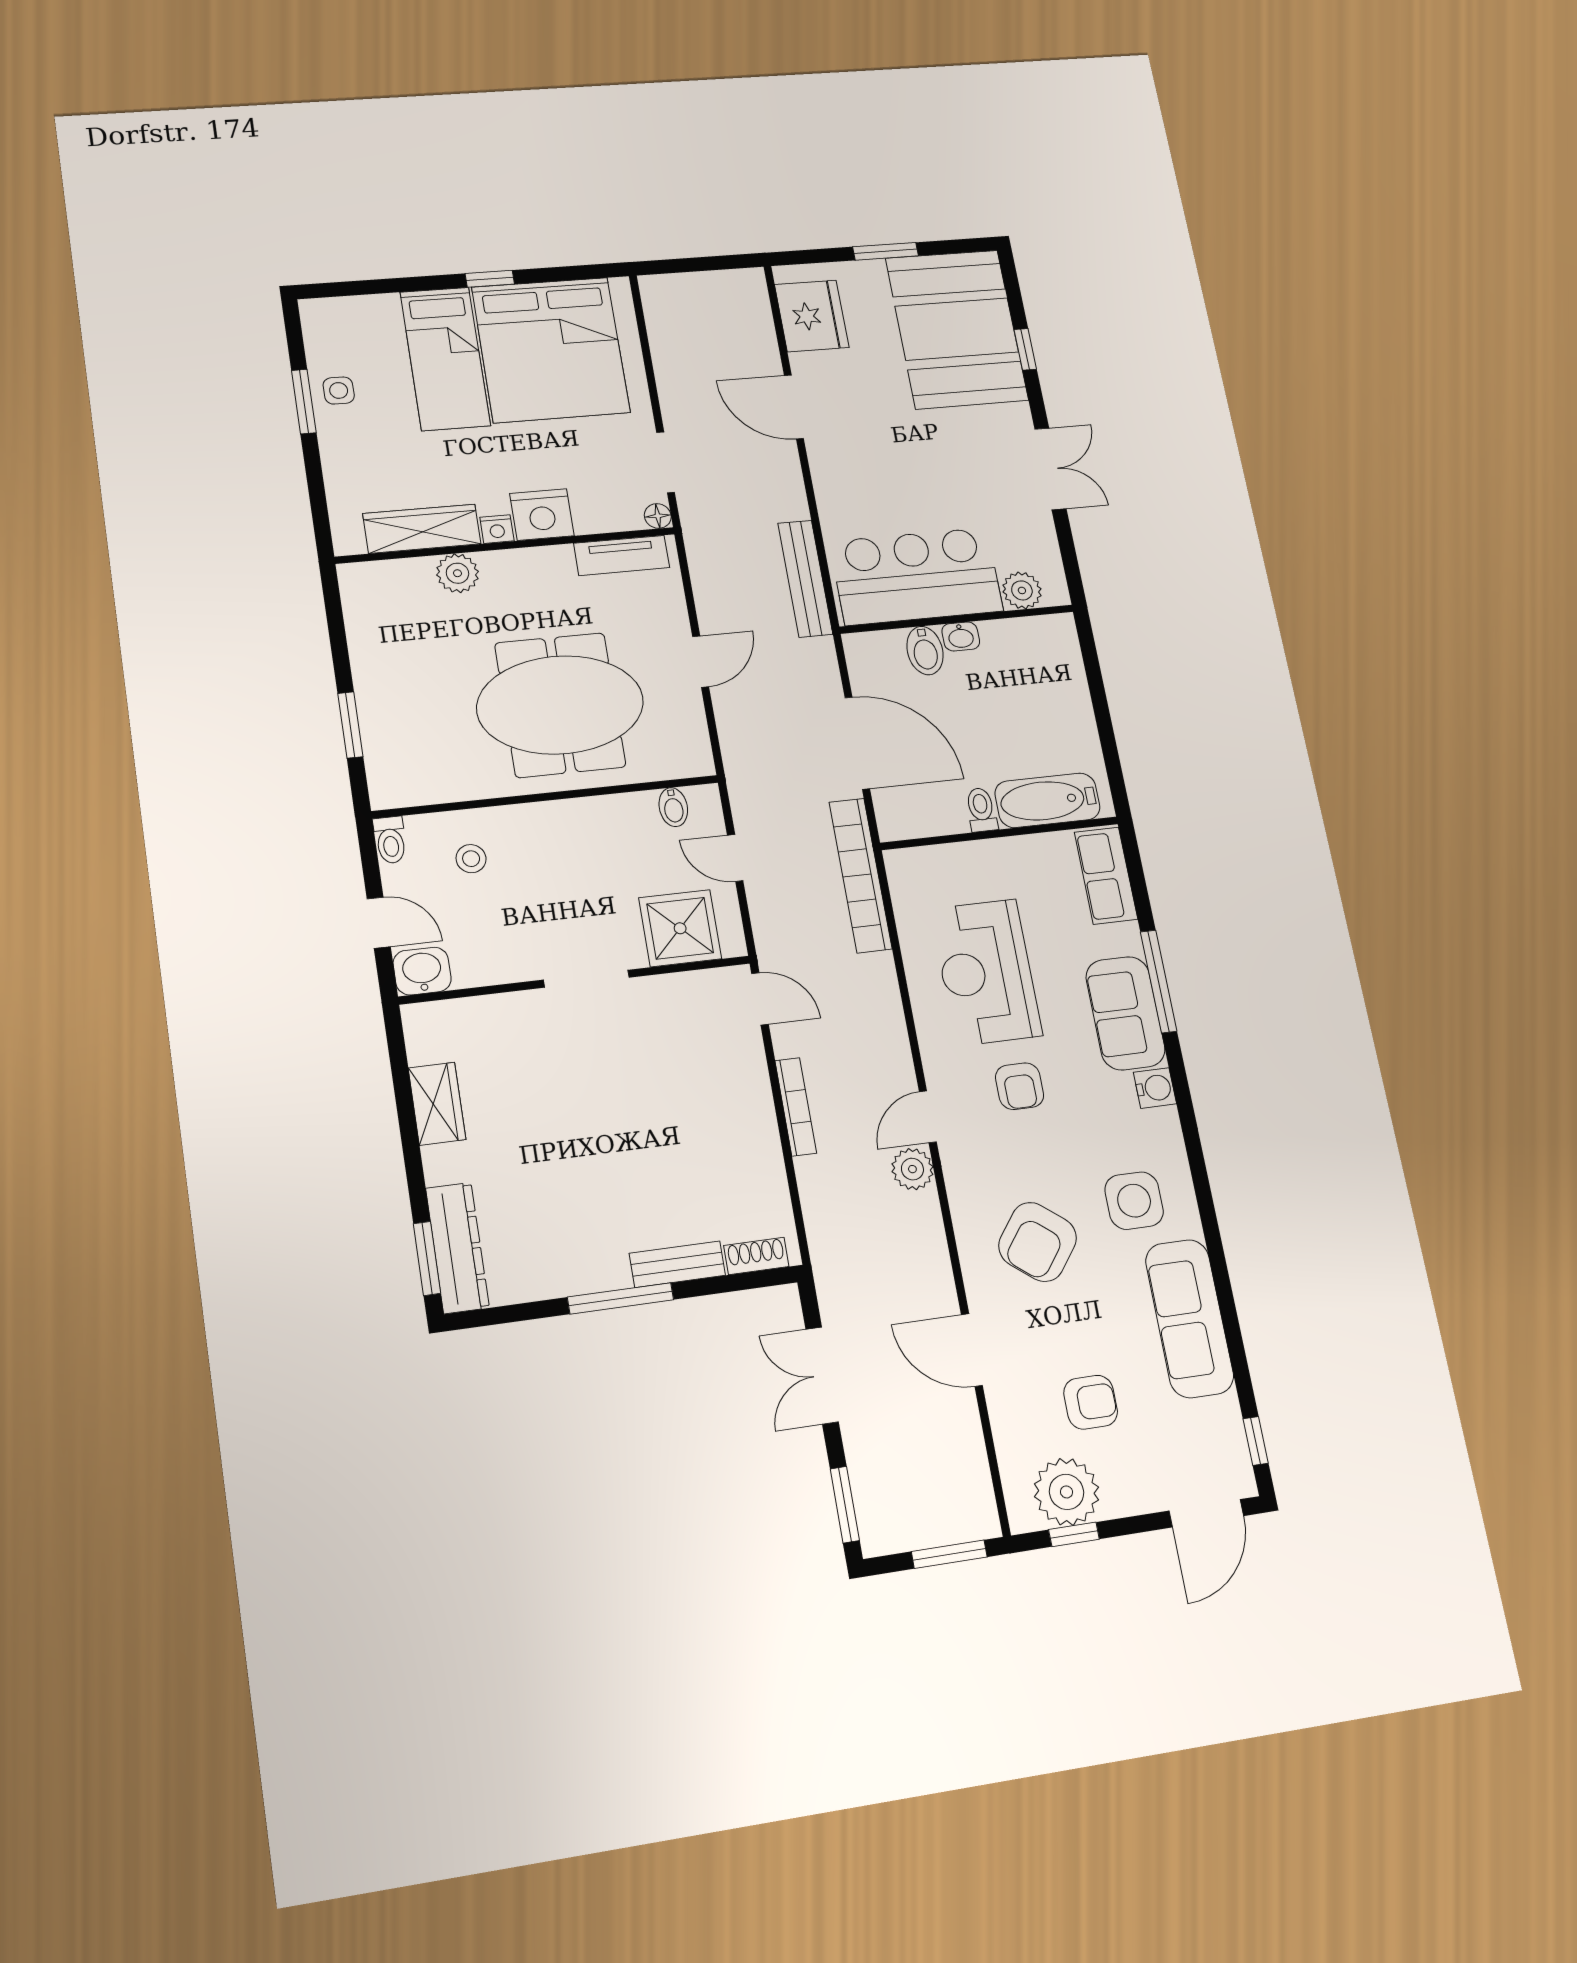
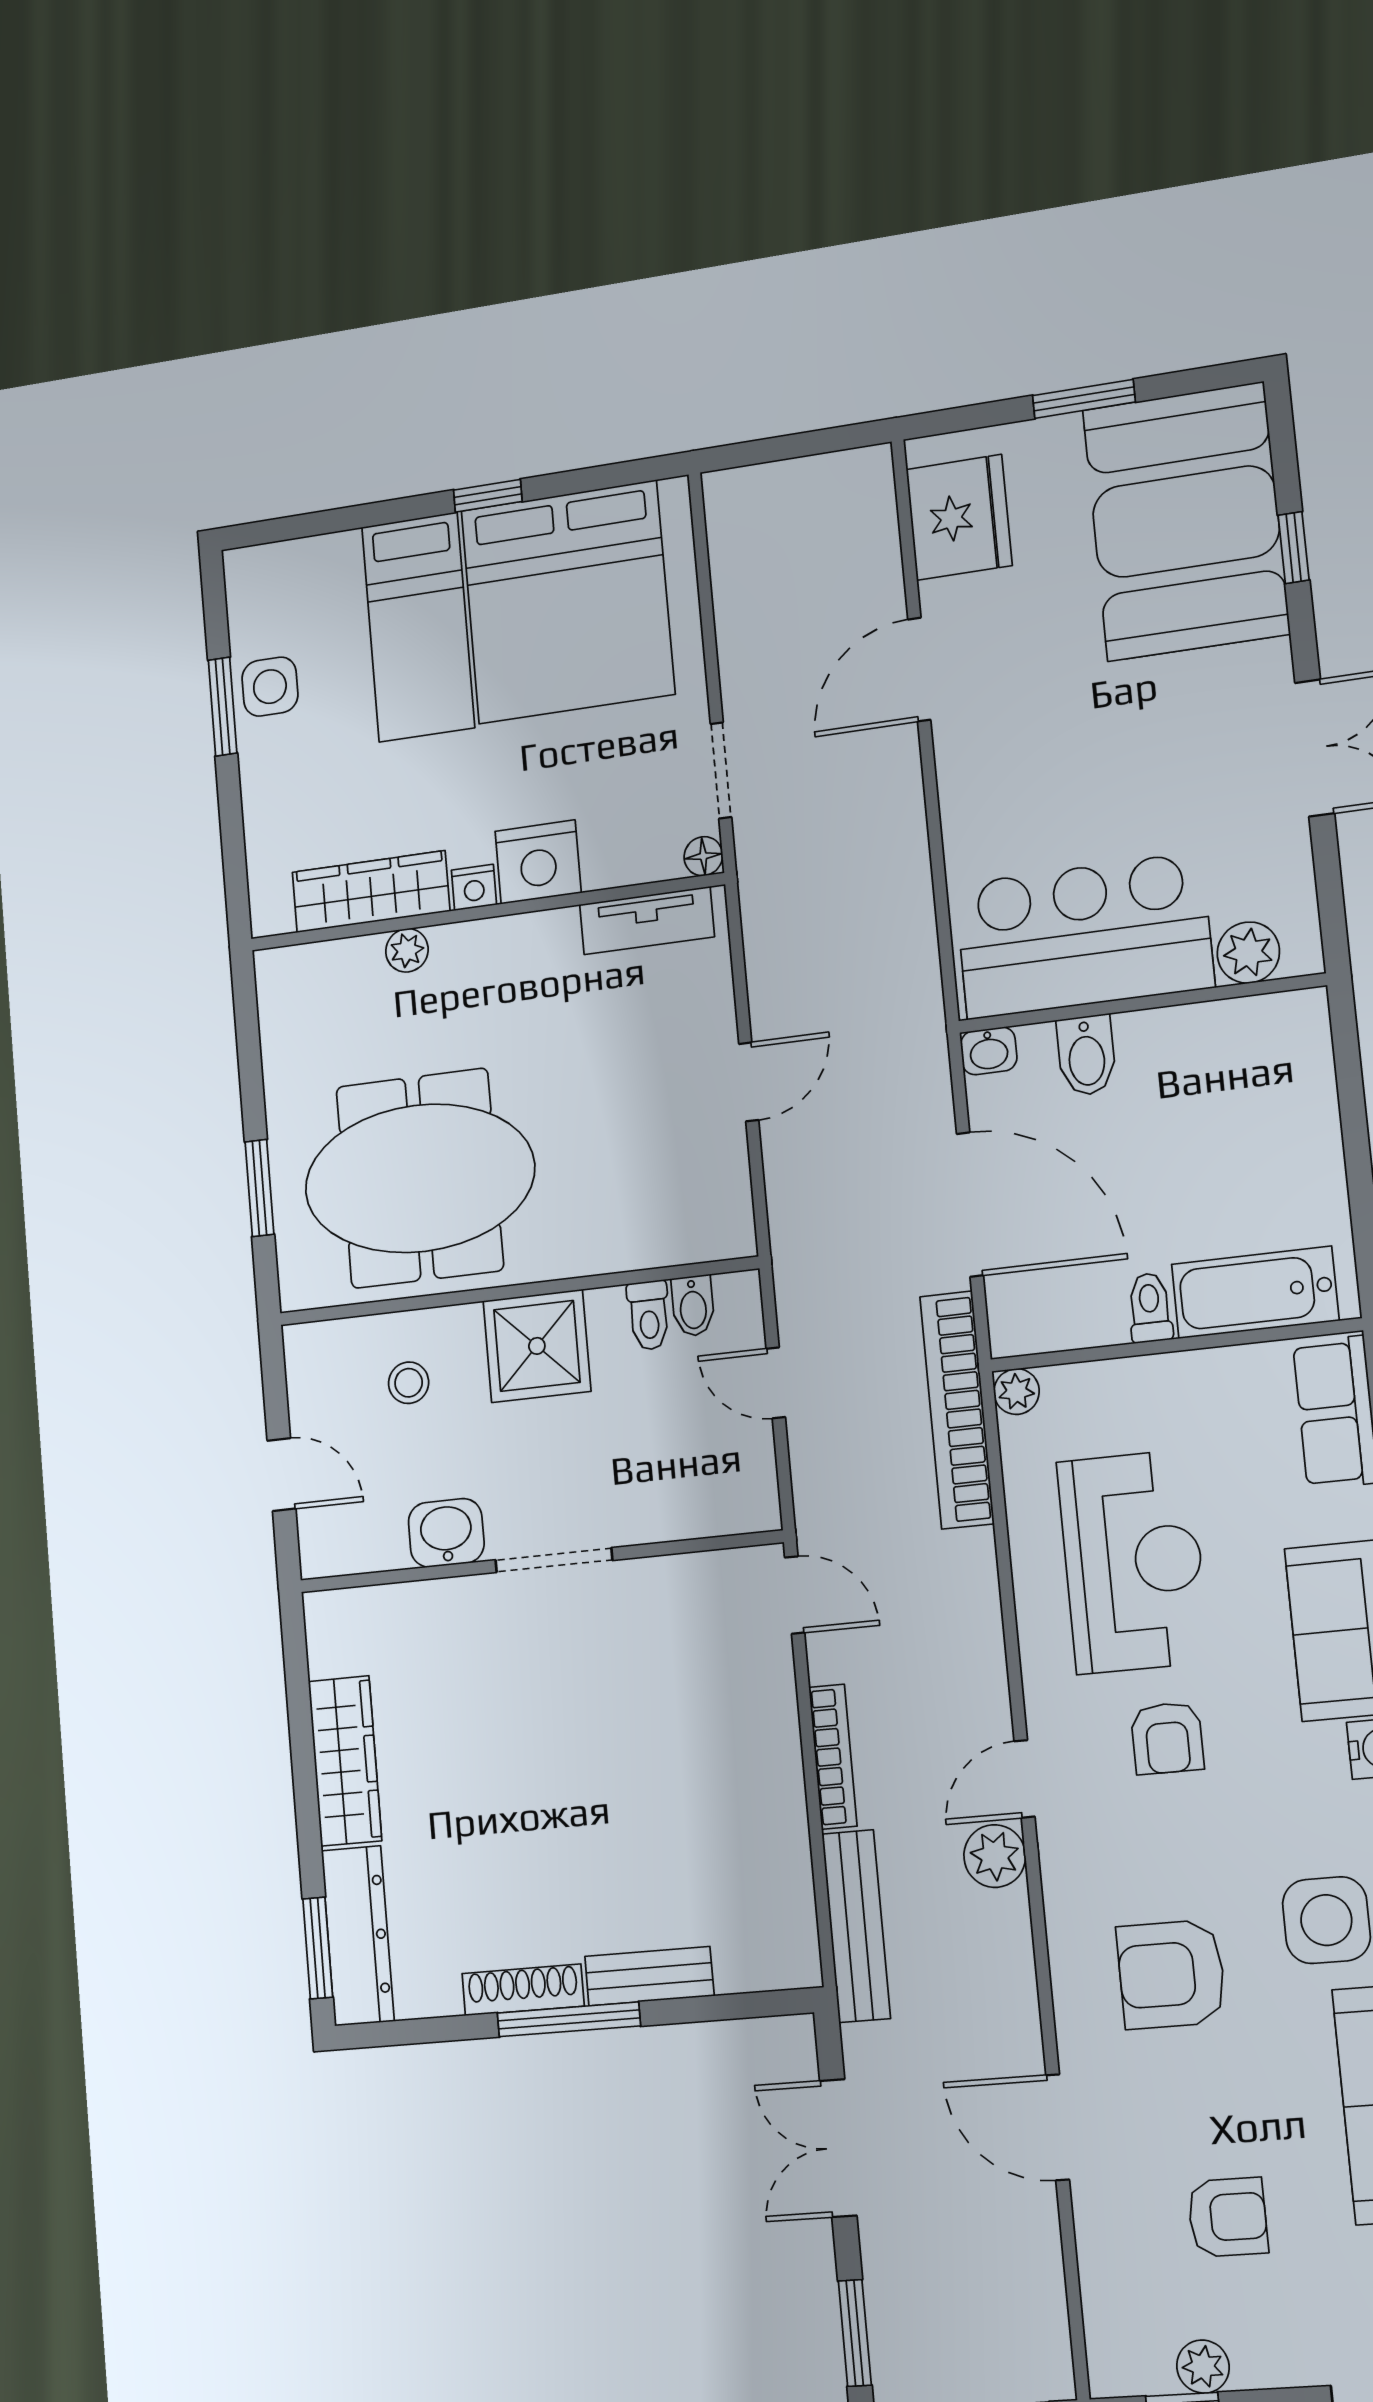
side table: (339, 390) -> (270, 687), width x1.37, depth x1.37
door: (794, 407) -> (919, 670), hinge flipped
plant: (457, 573) -> (407, 950), width x0.73, depth x0.73
bench: (805, 579) -> (856, 1926), moved
washbasin: (961, 636) -> (989, 1051), moved
meeting table: (560, 705) -> (420, 1178), moved
toilet: (390, 840) -> (649, 1315), moved
plant: (899, 863) -> (1016, 1392), added
shower: (680, 928) -> (537, 1346), moved
washbasin: (422, 971) -> (446, 1533), moved
reception desk: (986, 972) -> (1133, 1562), turned 180
wardrobe: (437, 1104) -> (345, 1761), width x1.50
armchair: (1038, 1242) -> (1171, 1974), turned 52
shoe rack: (756, 1256) -> (523, 1990), moved, width x1.43
plant: (1067, 1492) -> (1203, 2367), width x0.53, depth x0.53

